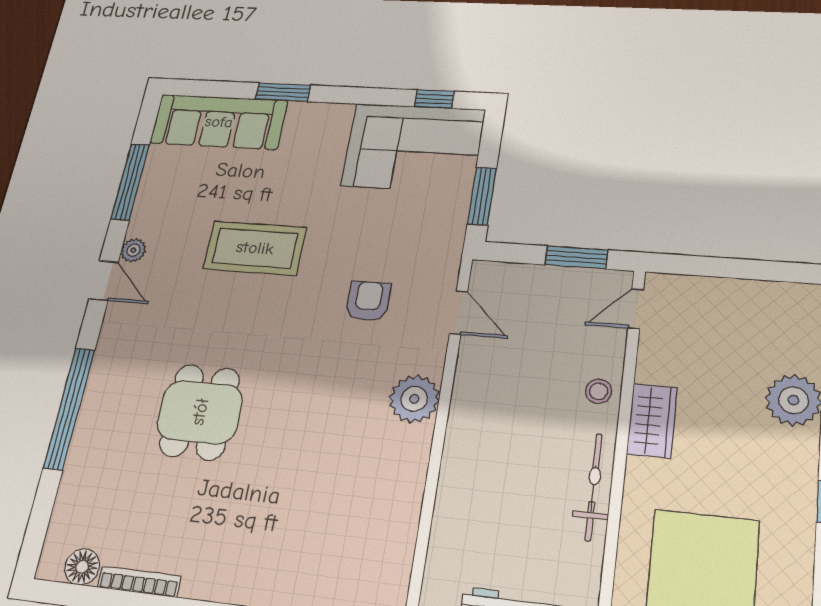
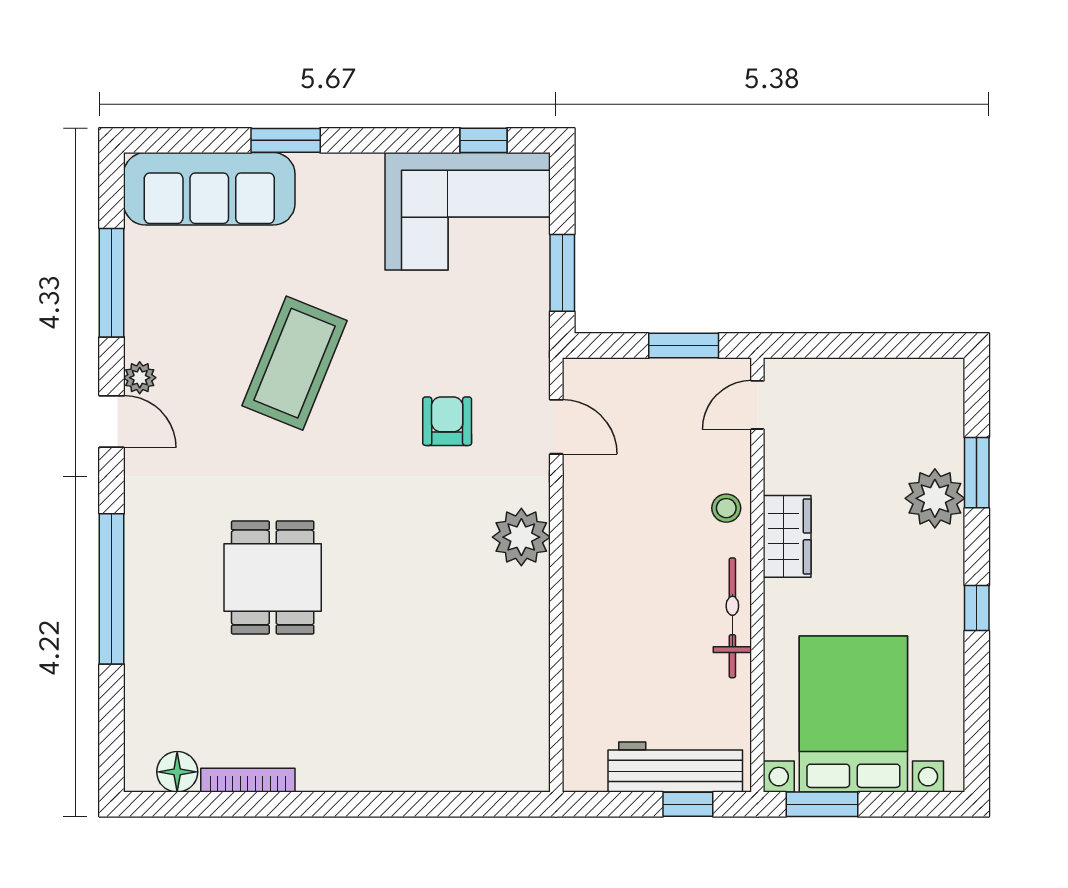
coffee table: (255, 248) -> (295, 363), turned -68

